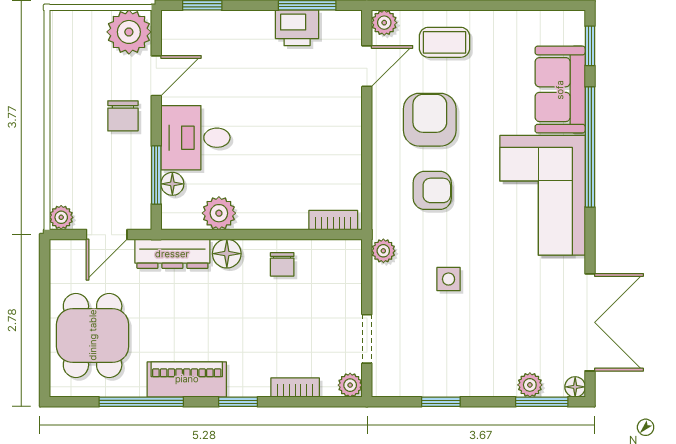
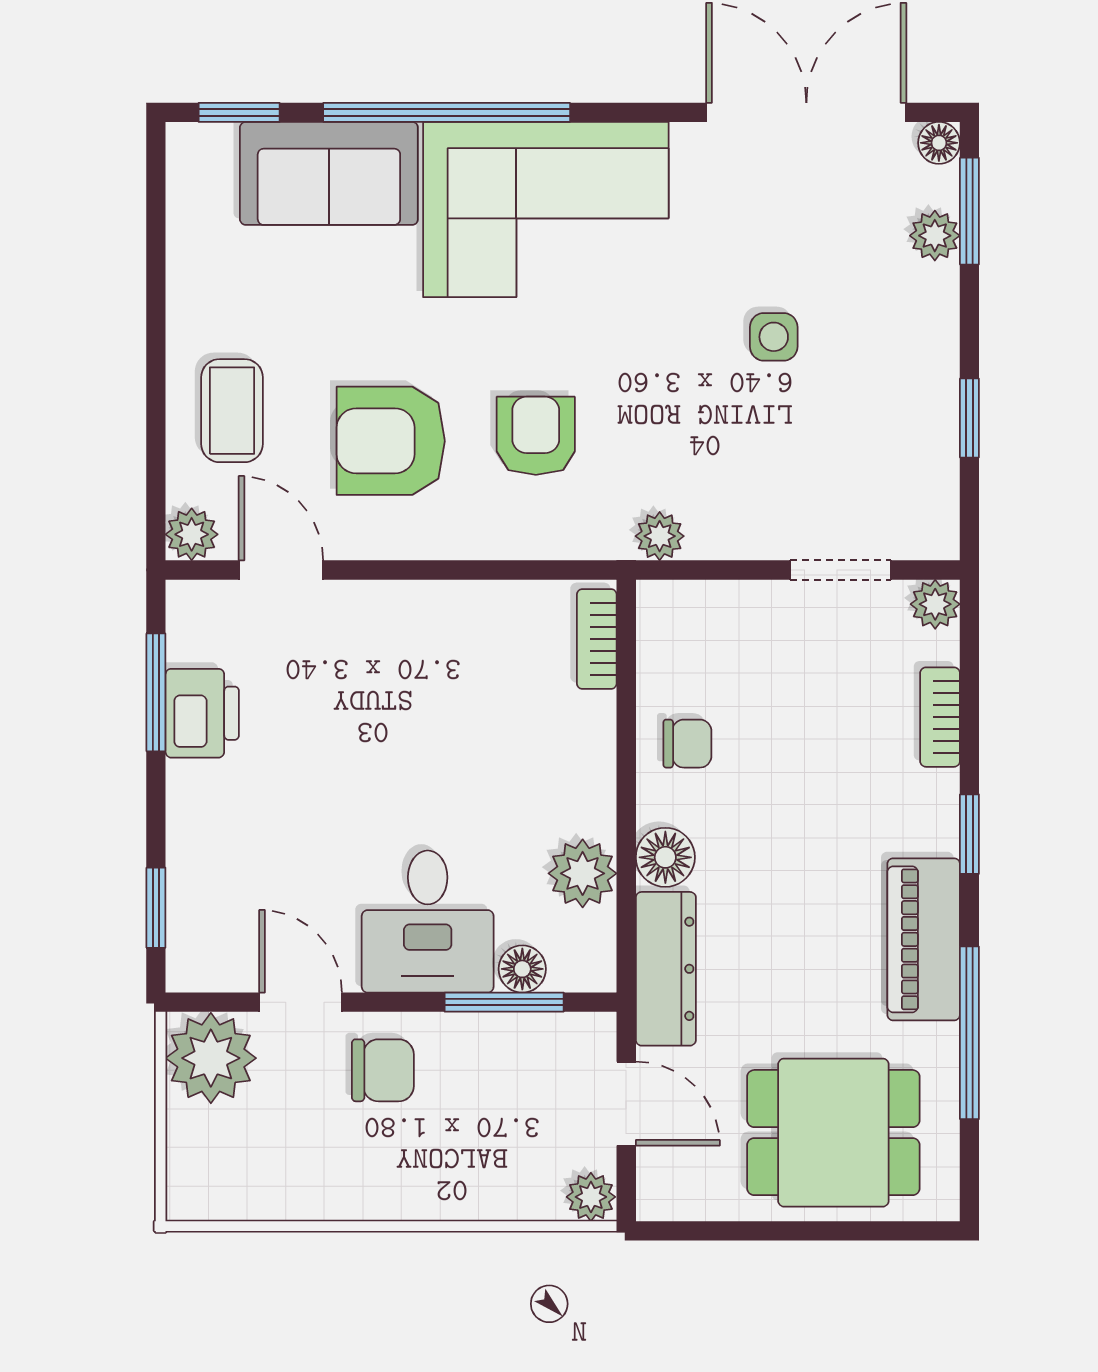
side table: (449, 279) -> (774, 337), moved

